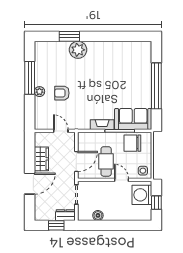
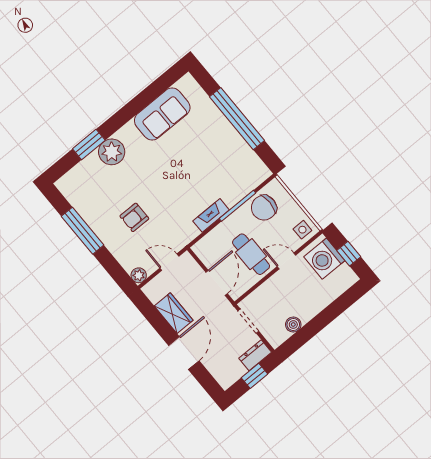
plant: (39, 92) -> (139, 275), moved
sofa: (133, 119) -> (162, 114), moved, turned 180

